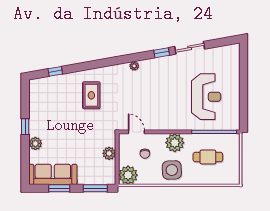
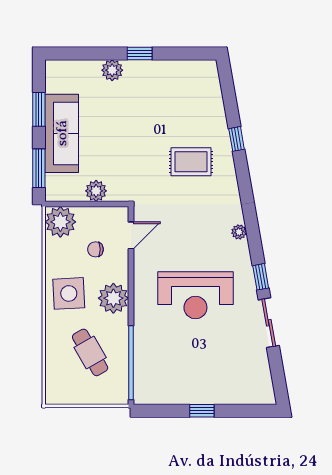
window: (55, 71) -> (237, 139), moved
window: (244, 89) -> (202, 411), added
reception desk: (206, 97) -> (195, 295), moved
cafe table: (208, 157) -> (90, 352), turned -30
sofa: (53, 174) -> (62, 133), moved

